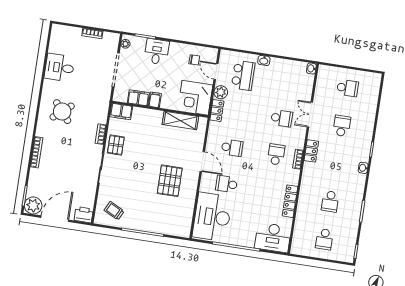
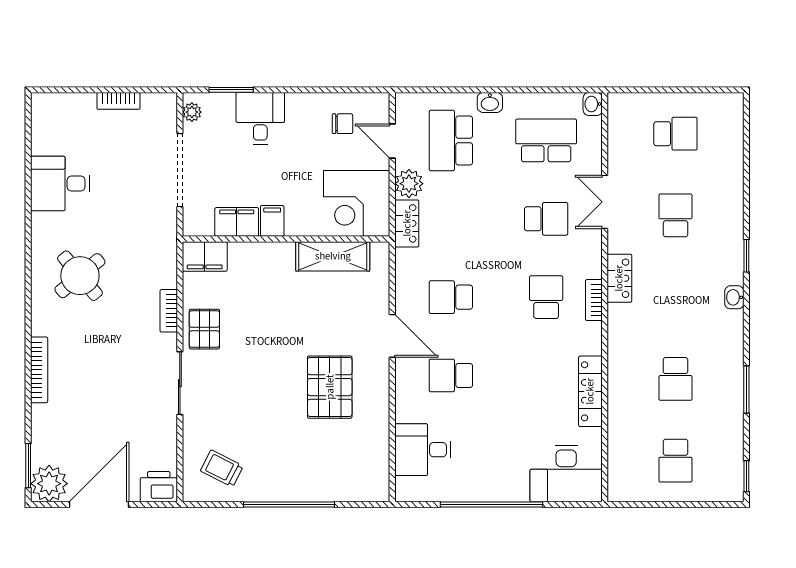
school desk: (243, 75) -> (451, 140), turned 180
school desk: (287, 82) -> (546, 140), added
school desk: (232, 148) -> (451, 297), turned 180
desk: (212, 217) -> (423, 450), width x0.53, depth x0.77

